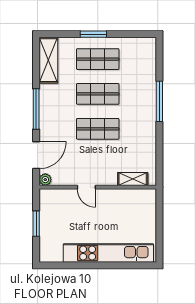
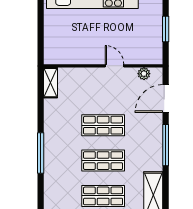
shelving: (133, 179) -> (51, 83), moved, turned 90
plant: (45, 180) -> (144, 74), moved

